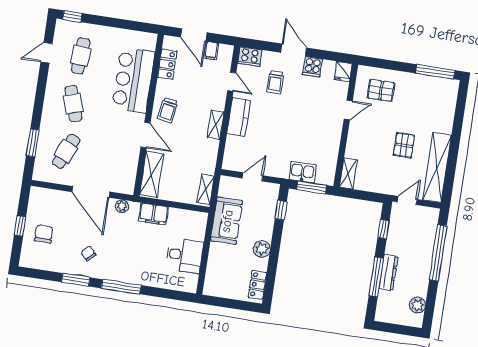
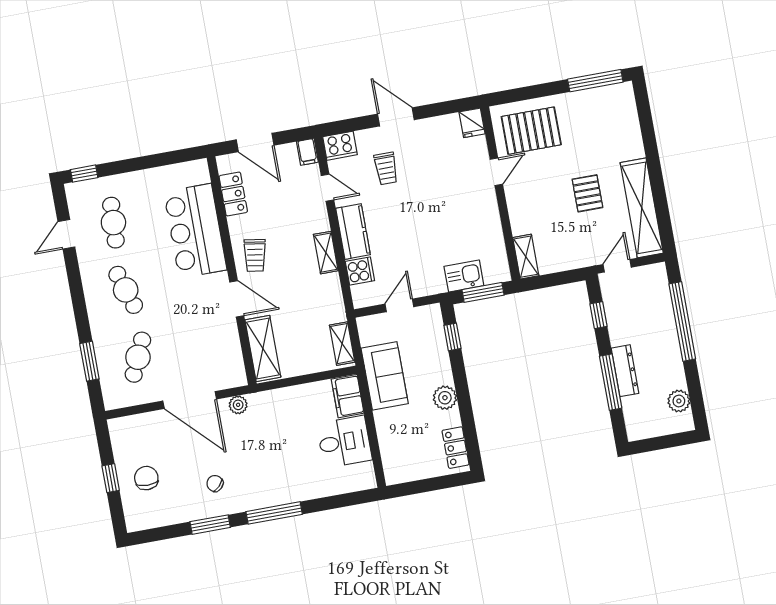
filing cabinet: (211, 51) -> (307, 152), moved
cooker: (313, 67) -> (360, 271), moved, turned -90
pallet: (381, 90) -> (531, 131), width x1.50, depth x1.42
filing cabinet: (154, 214) -> (348, 396), moved, turned 90

